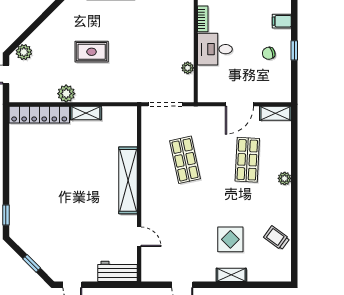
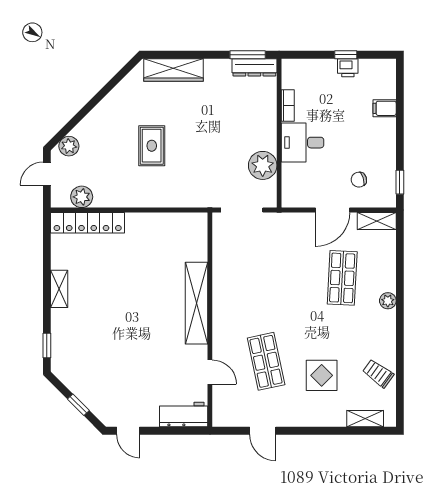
window: (294, 50) -> (400, 182), moved
rug: (92, 52) -> (152, 146), turned 90
chair: (269, 53) -> (359, 180), moved
plant: (188, 68) -> (263, 165), width x1.88, depth x1.88
plant: (66, 94) -> (82, 197), moved
shelving: (86, 113) -> (59, 289), moved, turned 90
shop shelf: (185, 160) -> (266, 361), moved
shelving: (231, 275) -> (365, 419), moved

